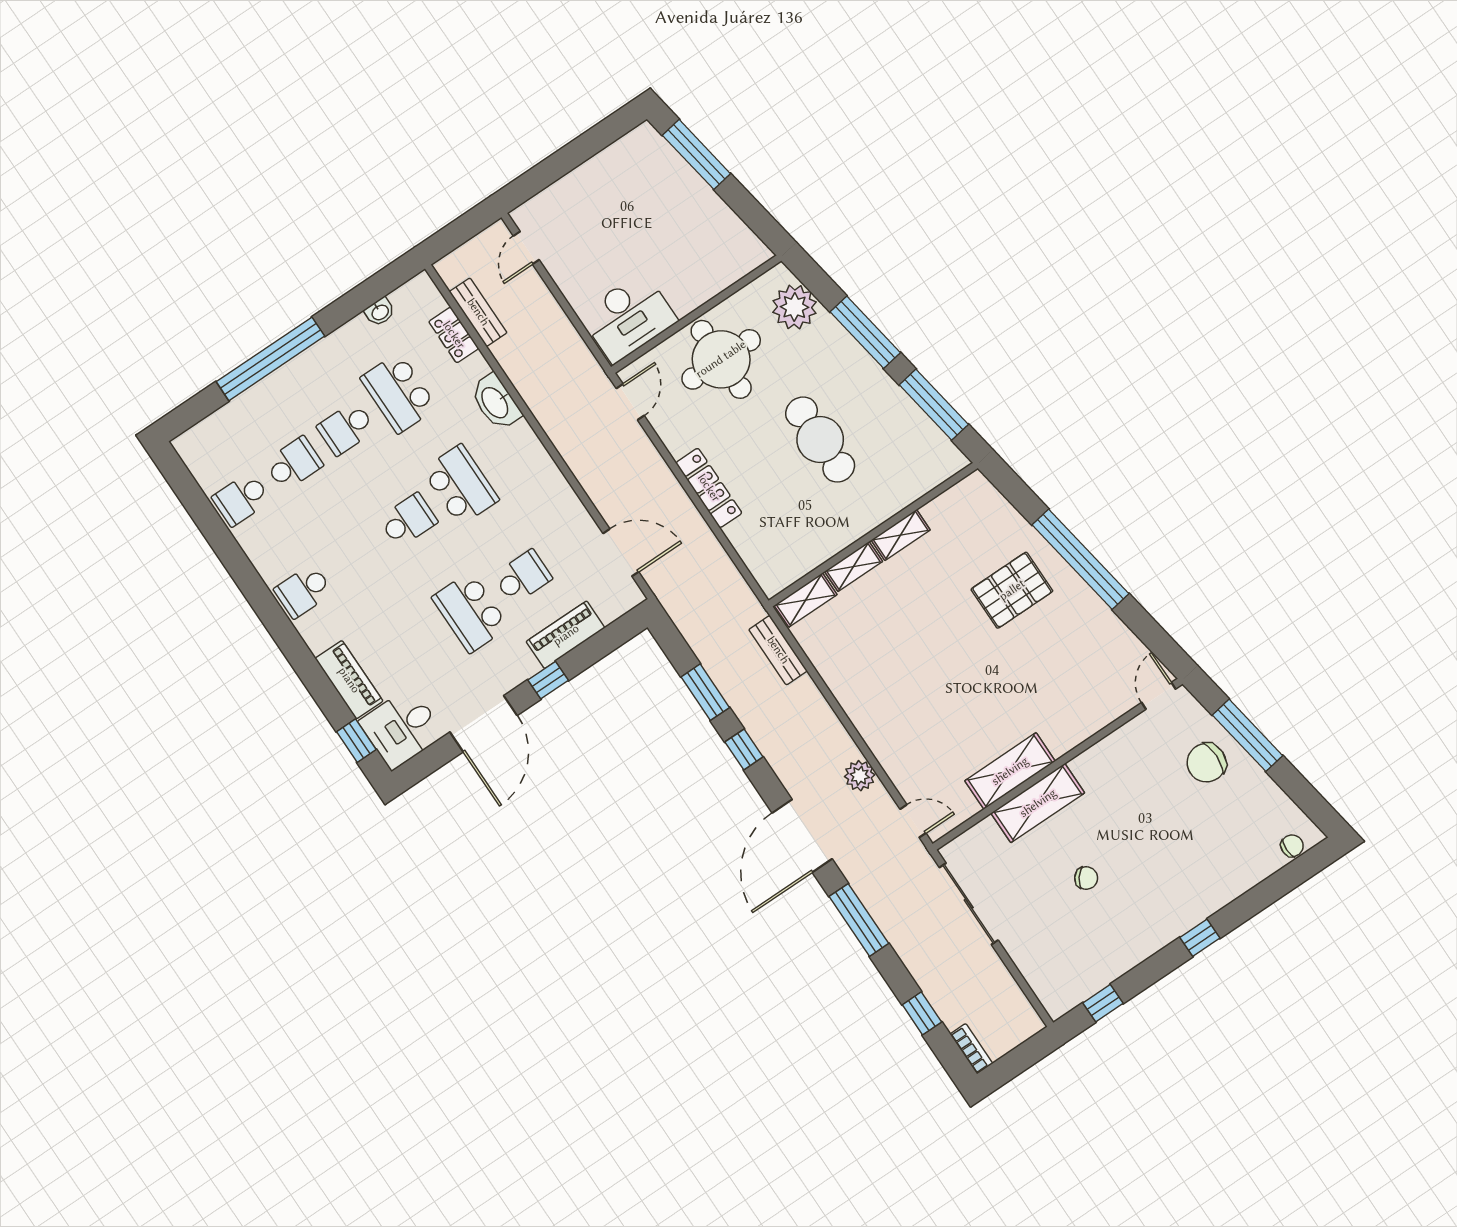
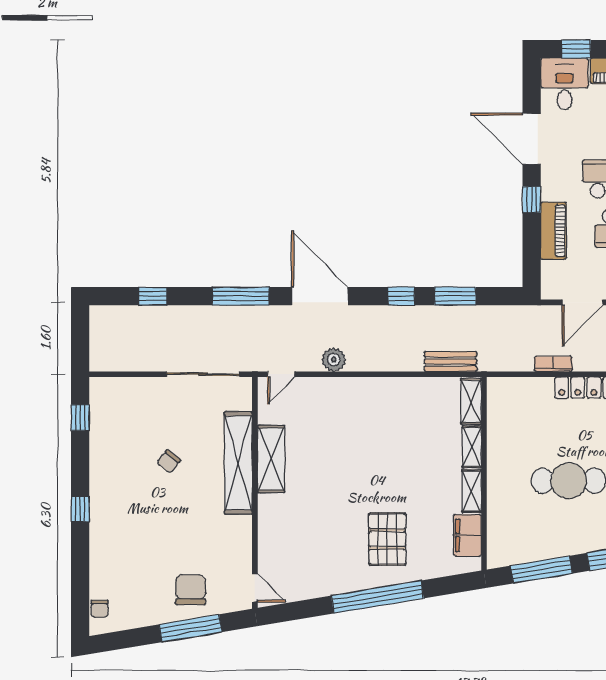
filing cabinet: (951, 508) -> (467, 535), added
shelving: (1038, 803) -> (238, 463), width x1.47
bookcase: (971, 1049) -> (553, 364), moved, turned 180

